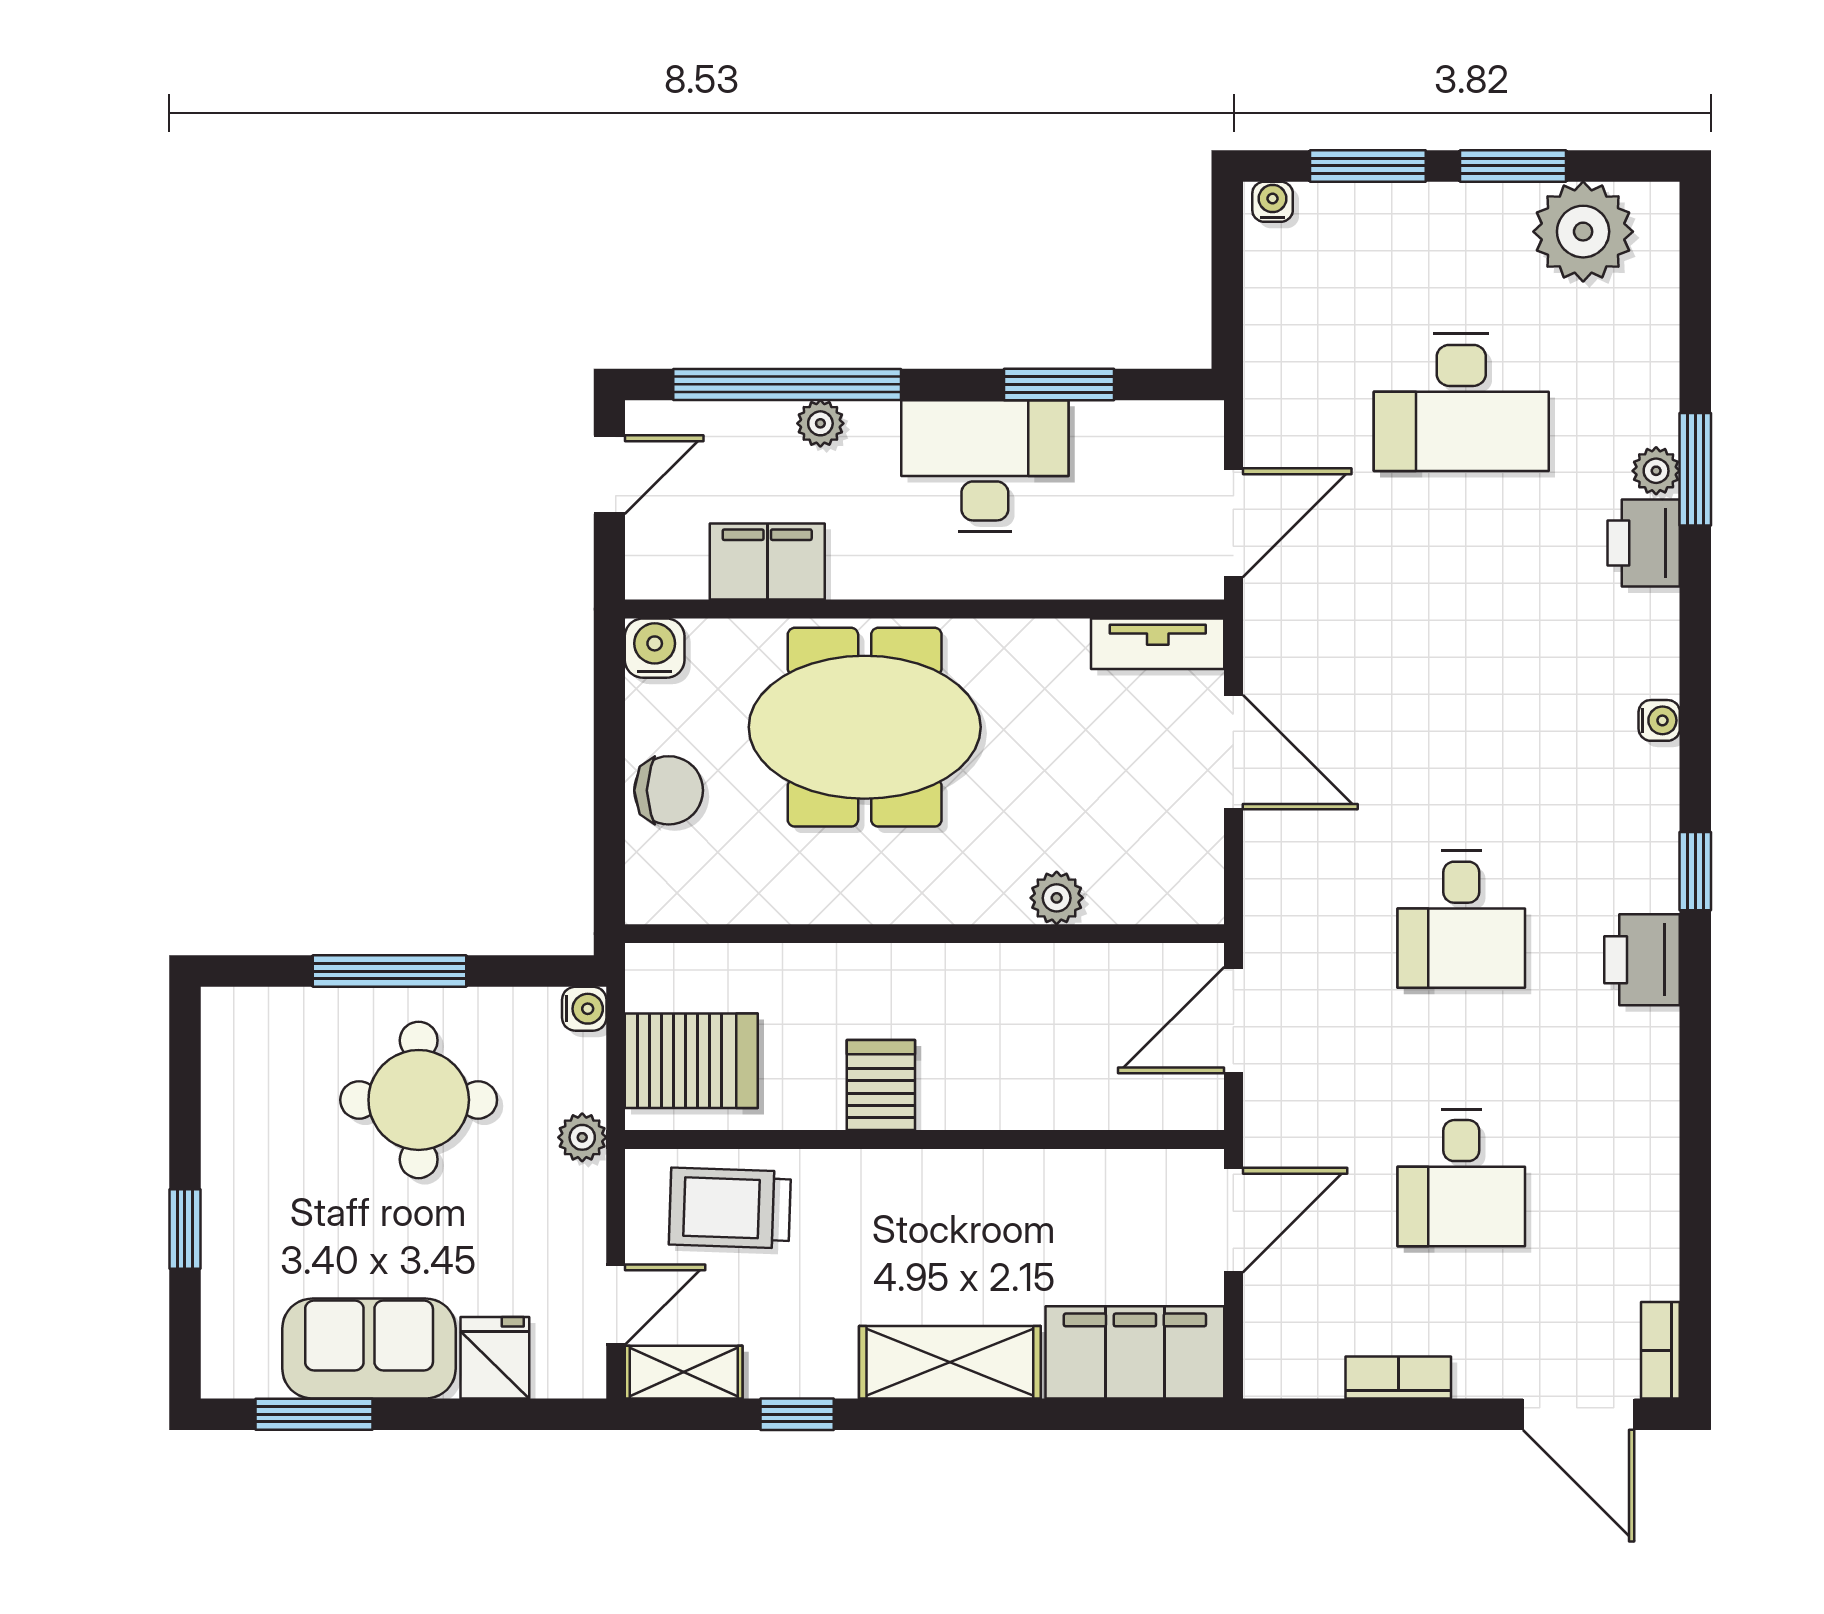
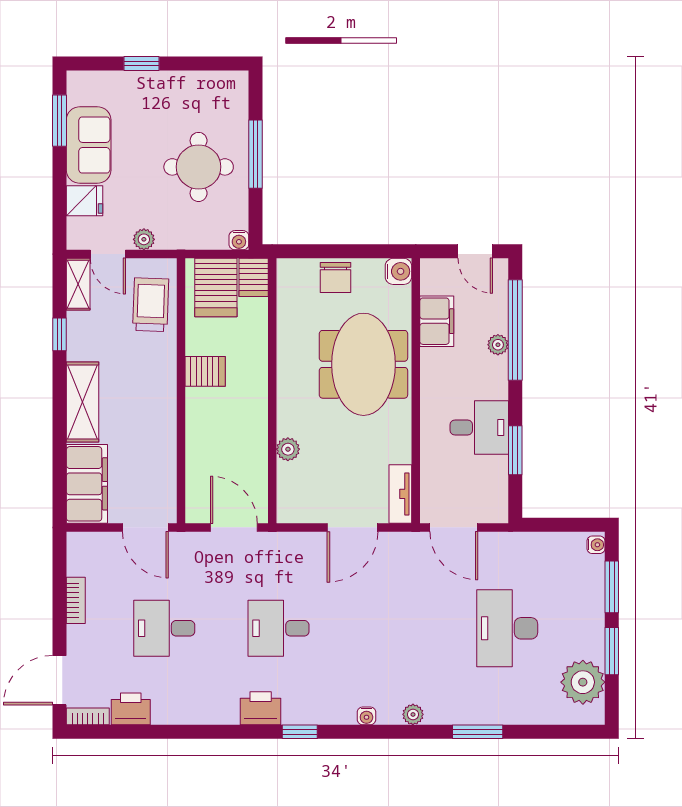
desk: (985, 466) -> (479, 427), width x0.73
plant: (1656, 471) -> (413, 714), moved
printer: (1644, 543) -> (131, 709), moved
server rack: (668, 976) -> (254, 277), added
plant: (582, 1137) -> (144, 239), moved

